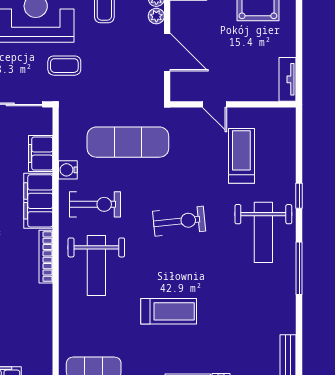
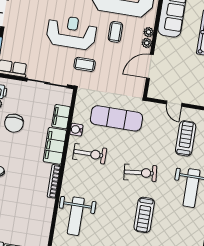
door: (167, 52) -> (150, 66), swing flipped
weight bench: (96, 265) -> (76, 216), moved
treadmill: (169, 311) -> (144, 215), moved, turned 90

